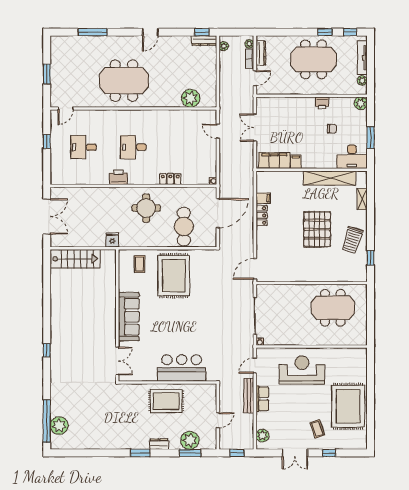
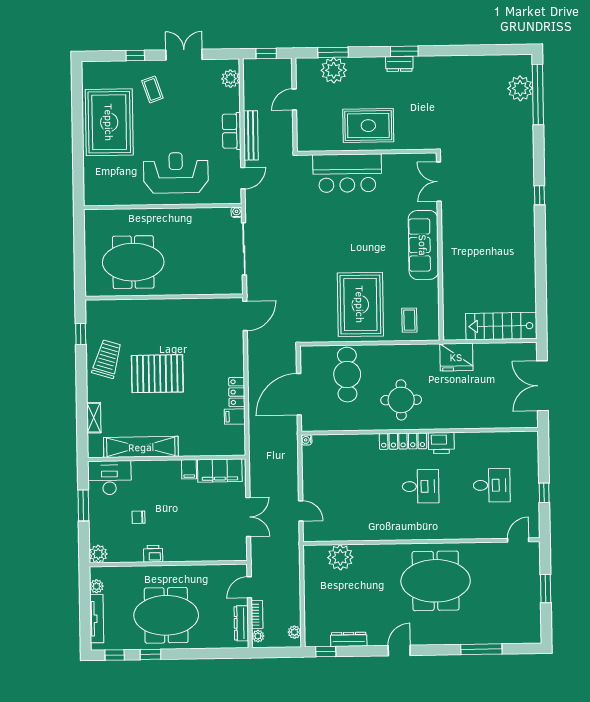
dresser: (204, 41) -> (349, 639), moved
locker: (170, 179) -> (403, 441), moved, width x1.53
pallet: (317, 229) -> (157, 374), turned 90
fridge: (112, 240) -> (456, 357), width x1.88, depth x1.34
reception desk: (302, 370) -> (176, 173), turned 180
dresser: (159, 444) -> (399, 64), moved

